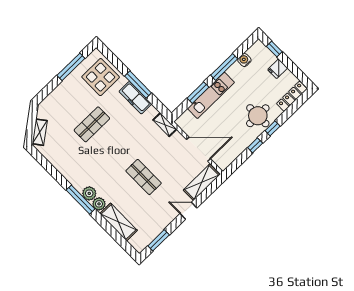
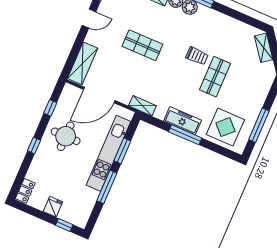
water cooler: (244, 60) -> (89, 202), removed
kitchen unit: (211, 95) -> (108, 153), width x1.36
locker: (292, 96) -> (25, 191), width x0.66
round table: (258, 116) -> (66, 136), moved
window: (255, 145) -> (50, 108), moved
trolley: (100, 149) -> (197, 56), added
door: (189, 211) -> (89, 19), moved

